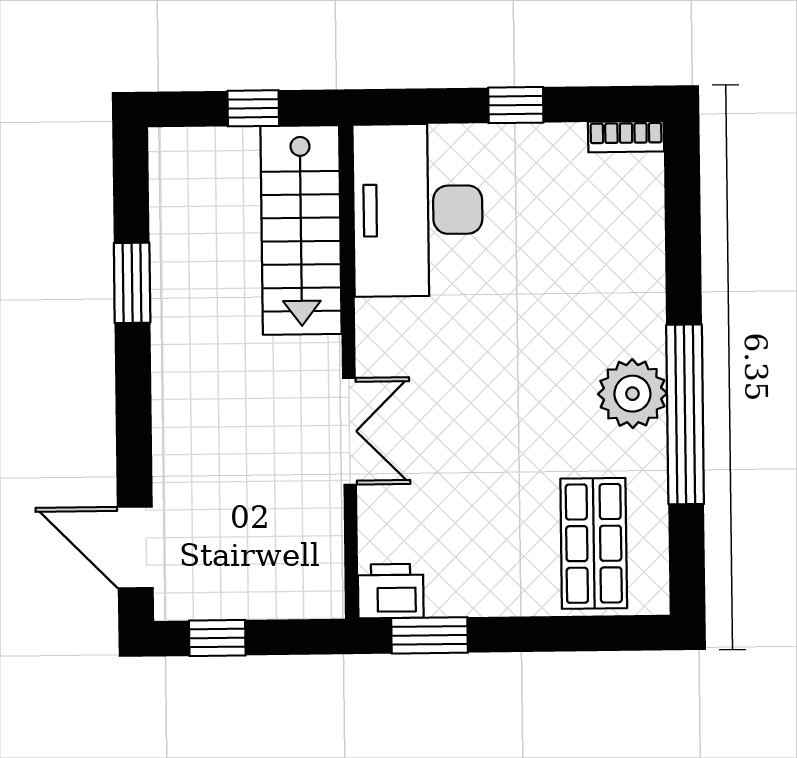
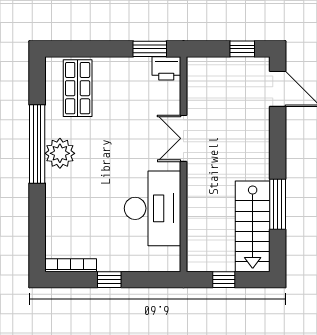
bookcase: (626, 137) -> (71, 265), width x1.56
desk: (418, 210) -> (152, 208), moved
stairs: (301, 230) -> (253, 226), moved, turned 180
window: (132, 283) -> (278, 204), width x1.44

